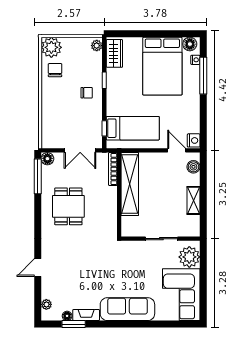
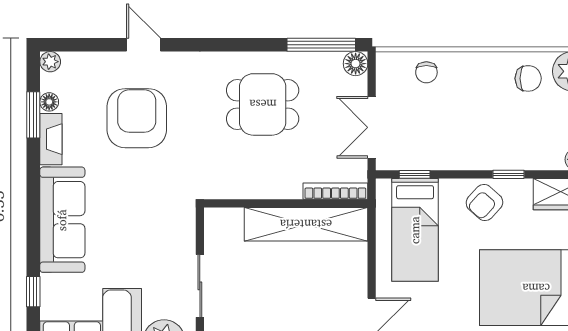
chair: (87, 93) -> (426, 72), moved
armchair: (119, 93) -> (484, 202), added
armchair: (75, 271) -> (137, 118), added
plant: (46, 304) -> (50, 62), moved
window: (164, 324) -> (33, 292), added

